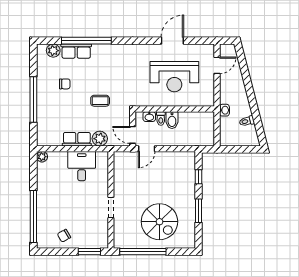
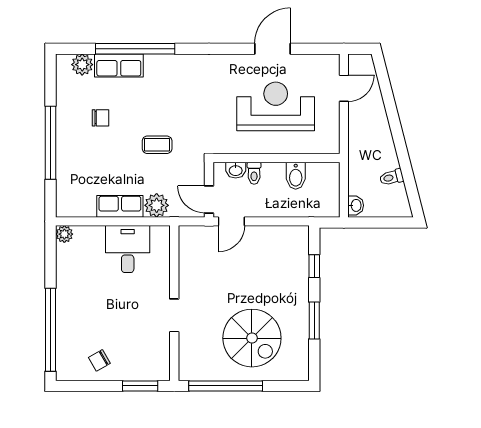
reception desk: (174, 77) -> (276, 106), turned 180
washbasin: (224, 110) -> (356, 205), moved
bidet: (172, 120) -> (296, 176), moved

